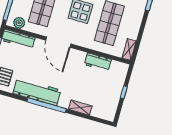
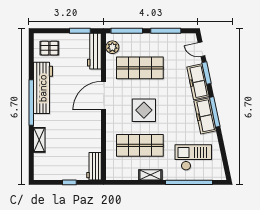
shelving: (129, 49) -> (150, 175), moved
workbench: (98, 62) -> (94, 166), moved

